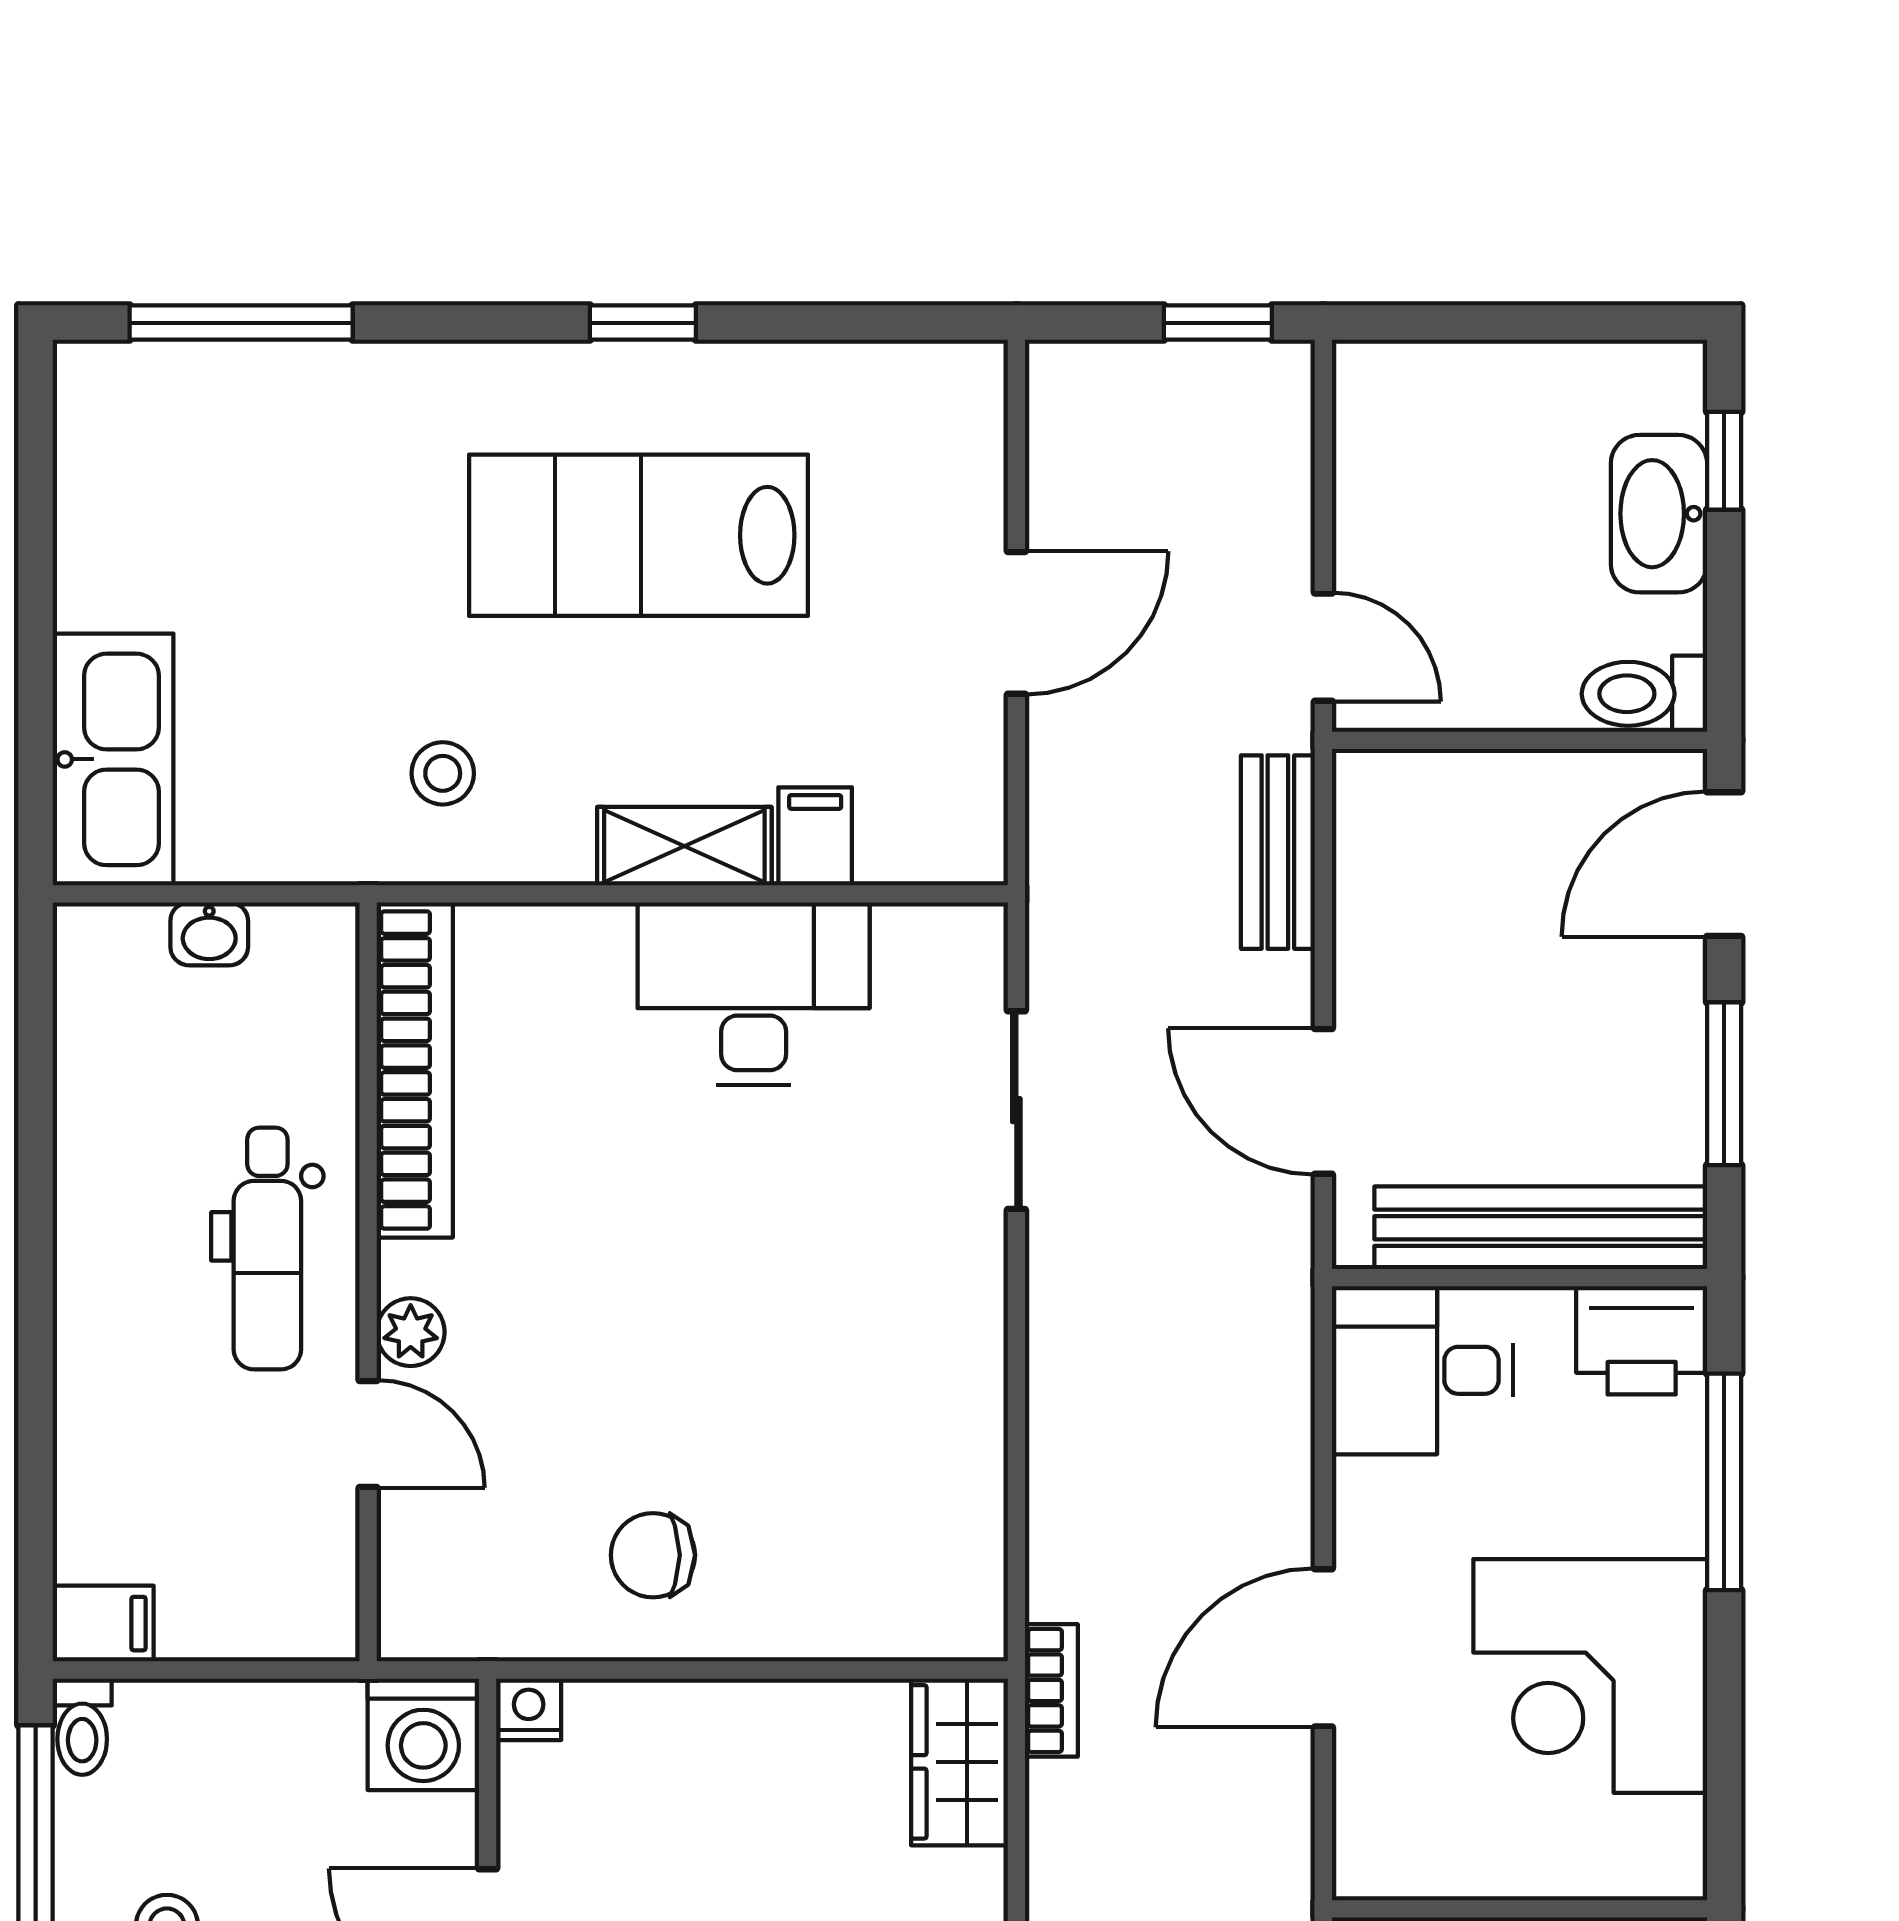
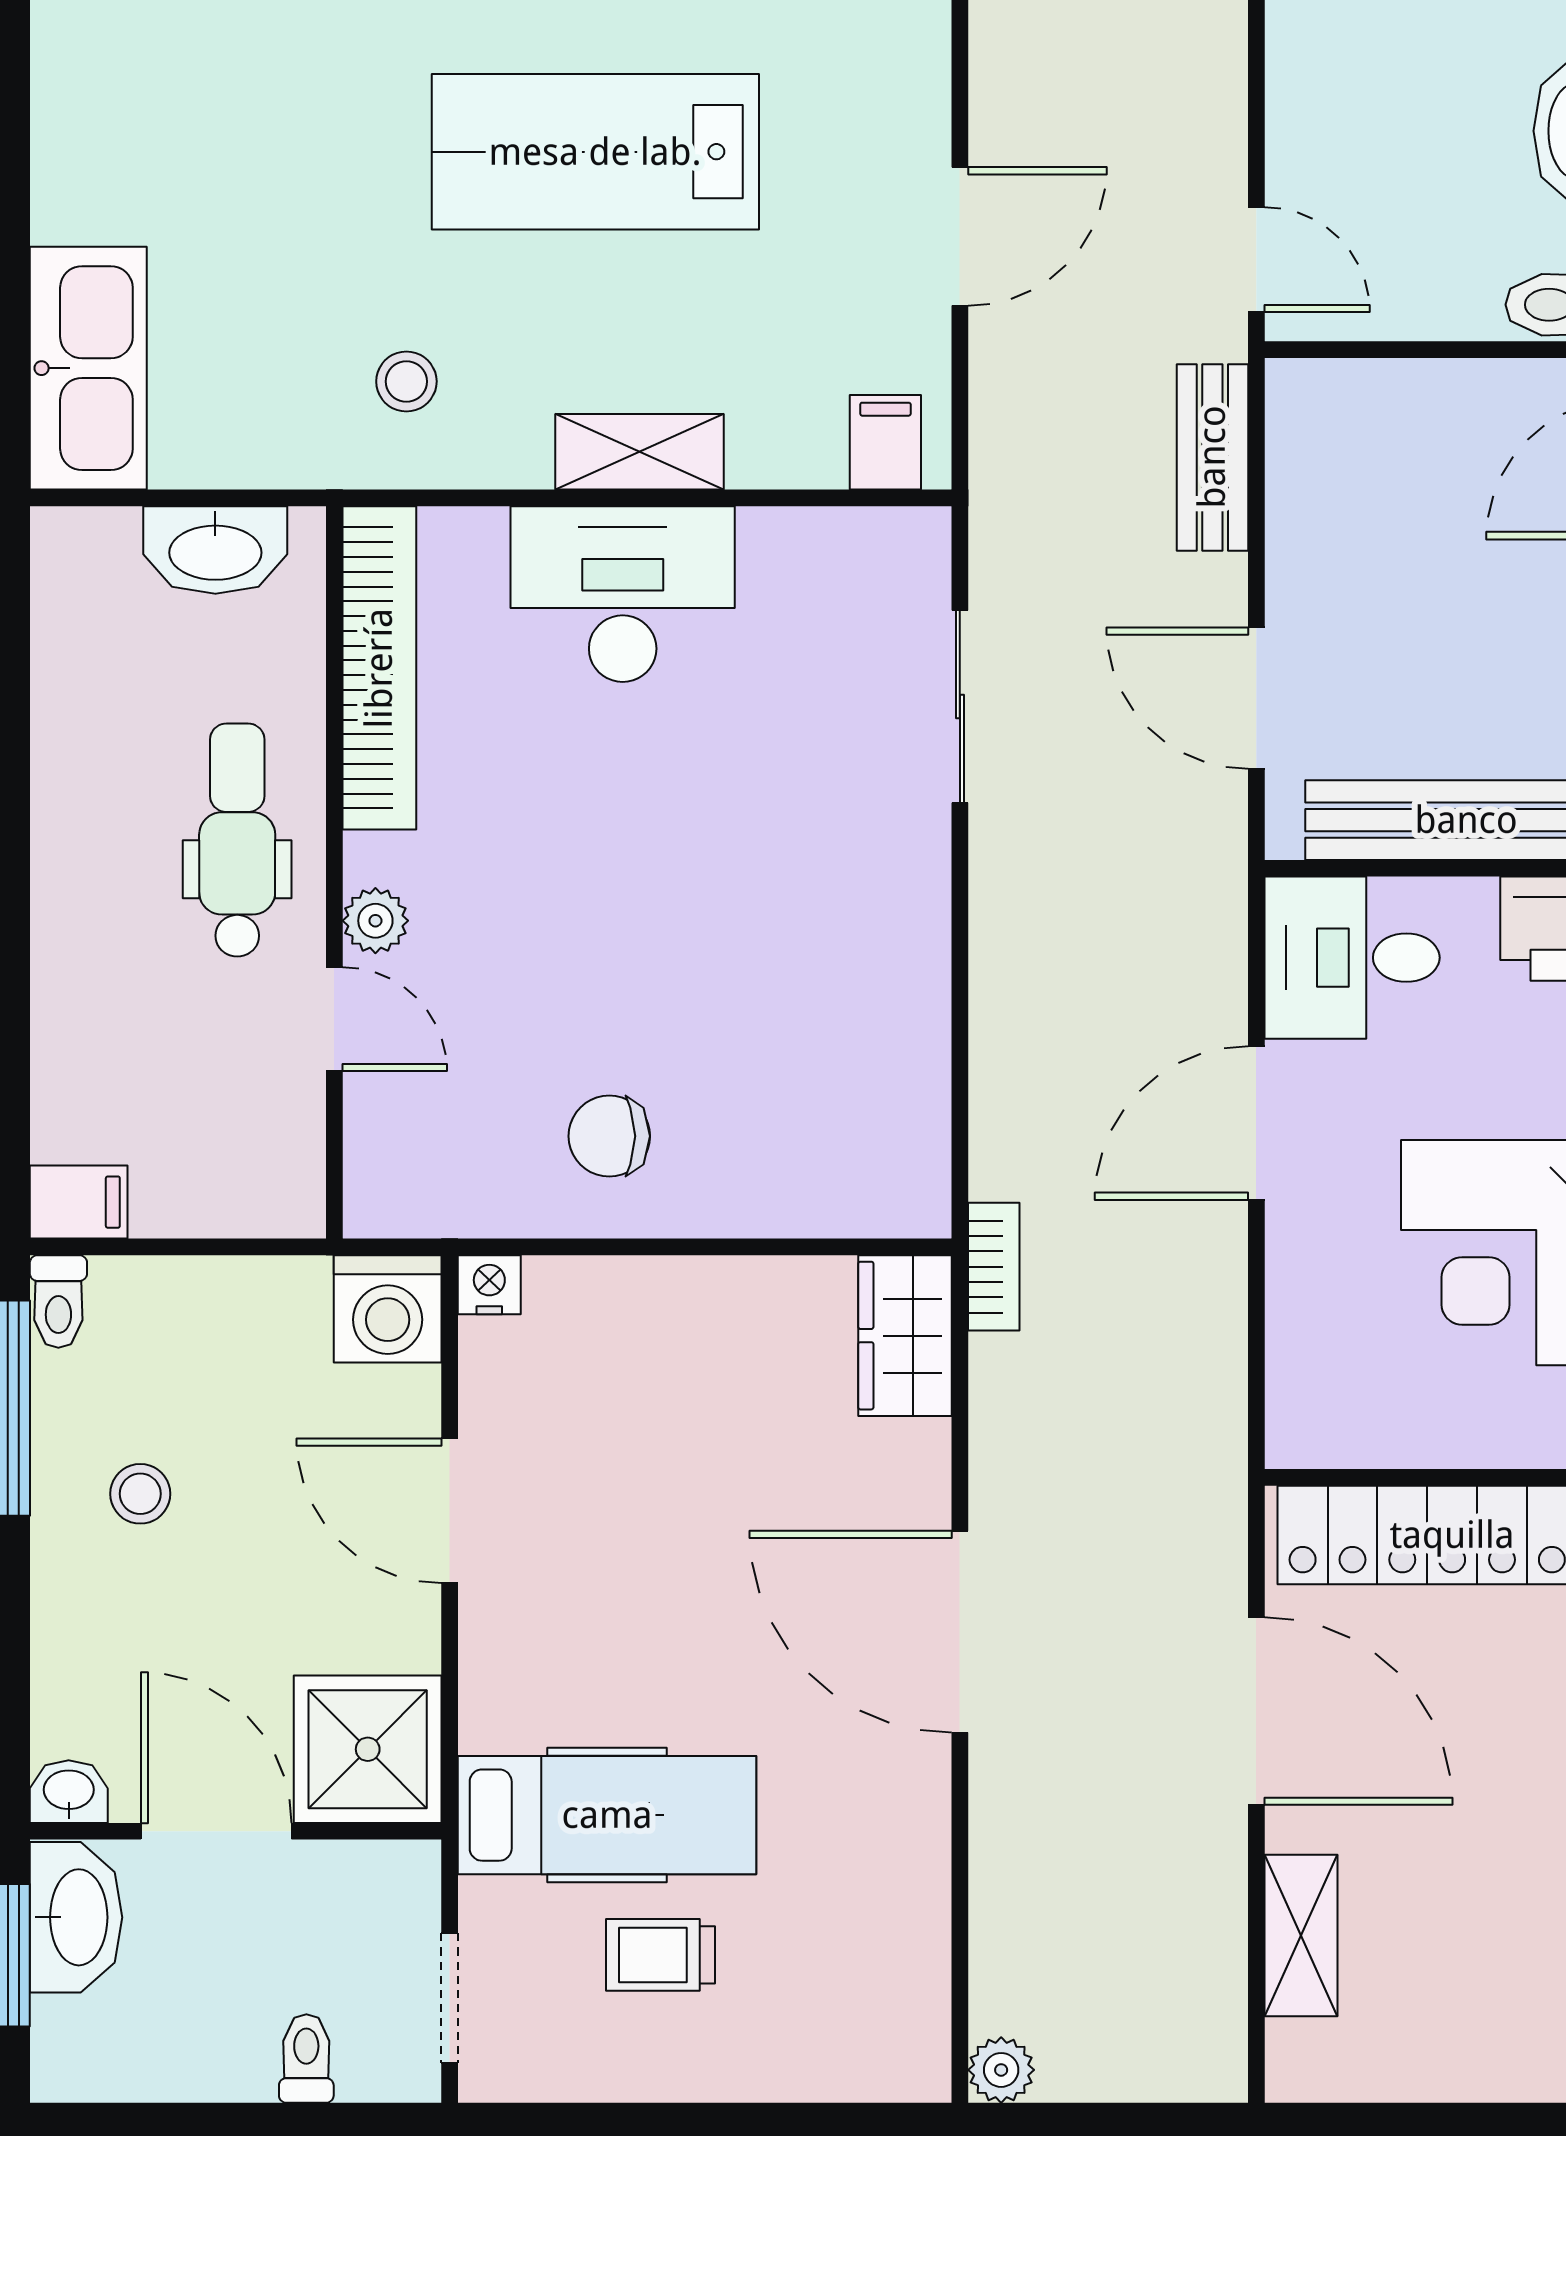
filing cabinet: (815, 836) -> (885, 442), moved
washbasin: (209, 934) -> (215, 550), width x1.91, depth x1.45
desk: (754, 994) -> (623, 594), moved
dental chair: (267, 1248) -> (237, 840), turned 180
door: (1323, 1648) -> (1256, 1123), moved

